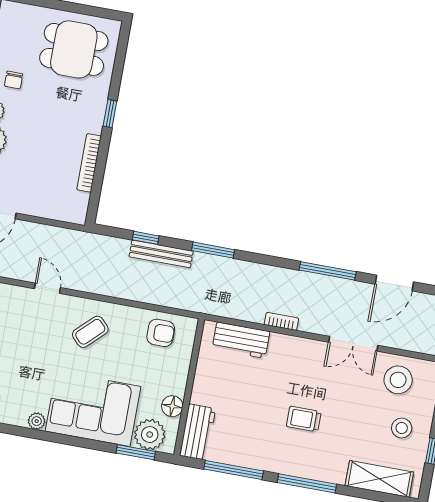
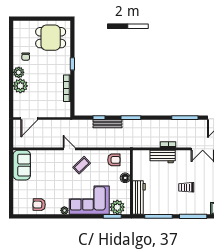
door: (47, 288) -> (69, 149), moved
workbench: (241, 340) -> (163, 157), moved
floor lamp: (172, 406) -> (125, 178), moved
workbench: (198, 432) -> (139, 198), width x1.38

